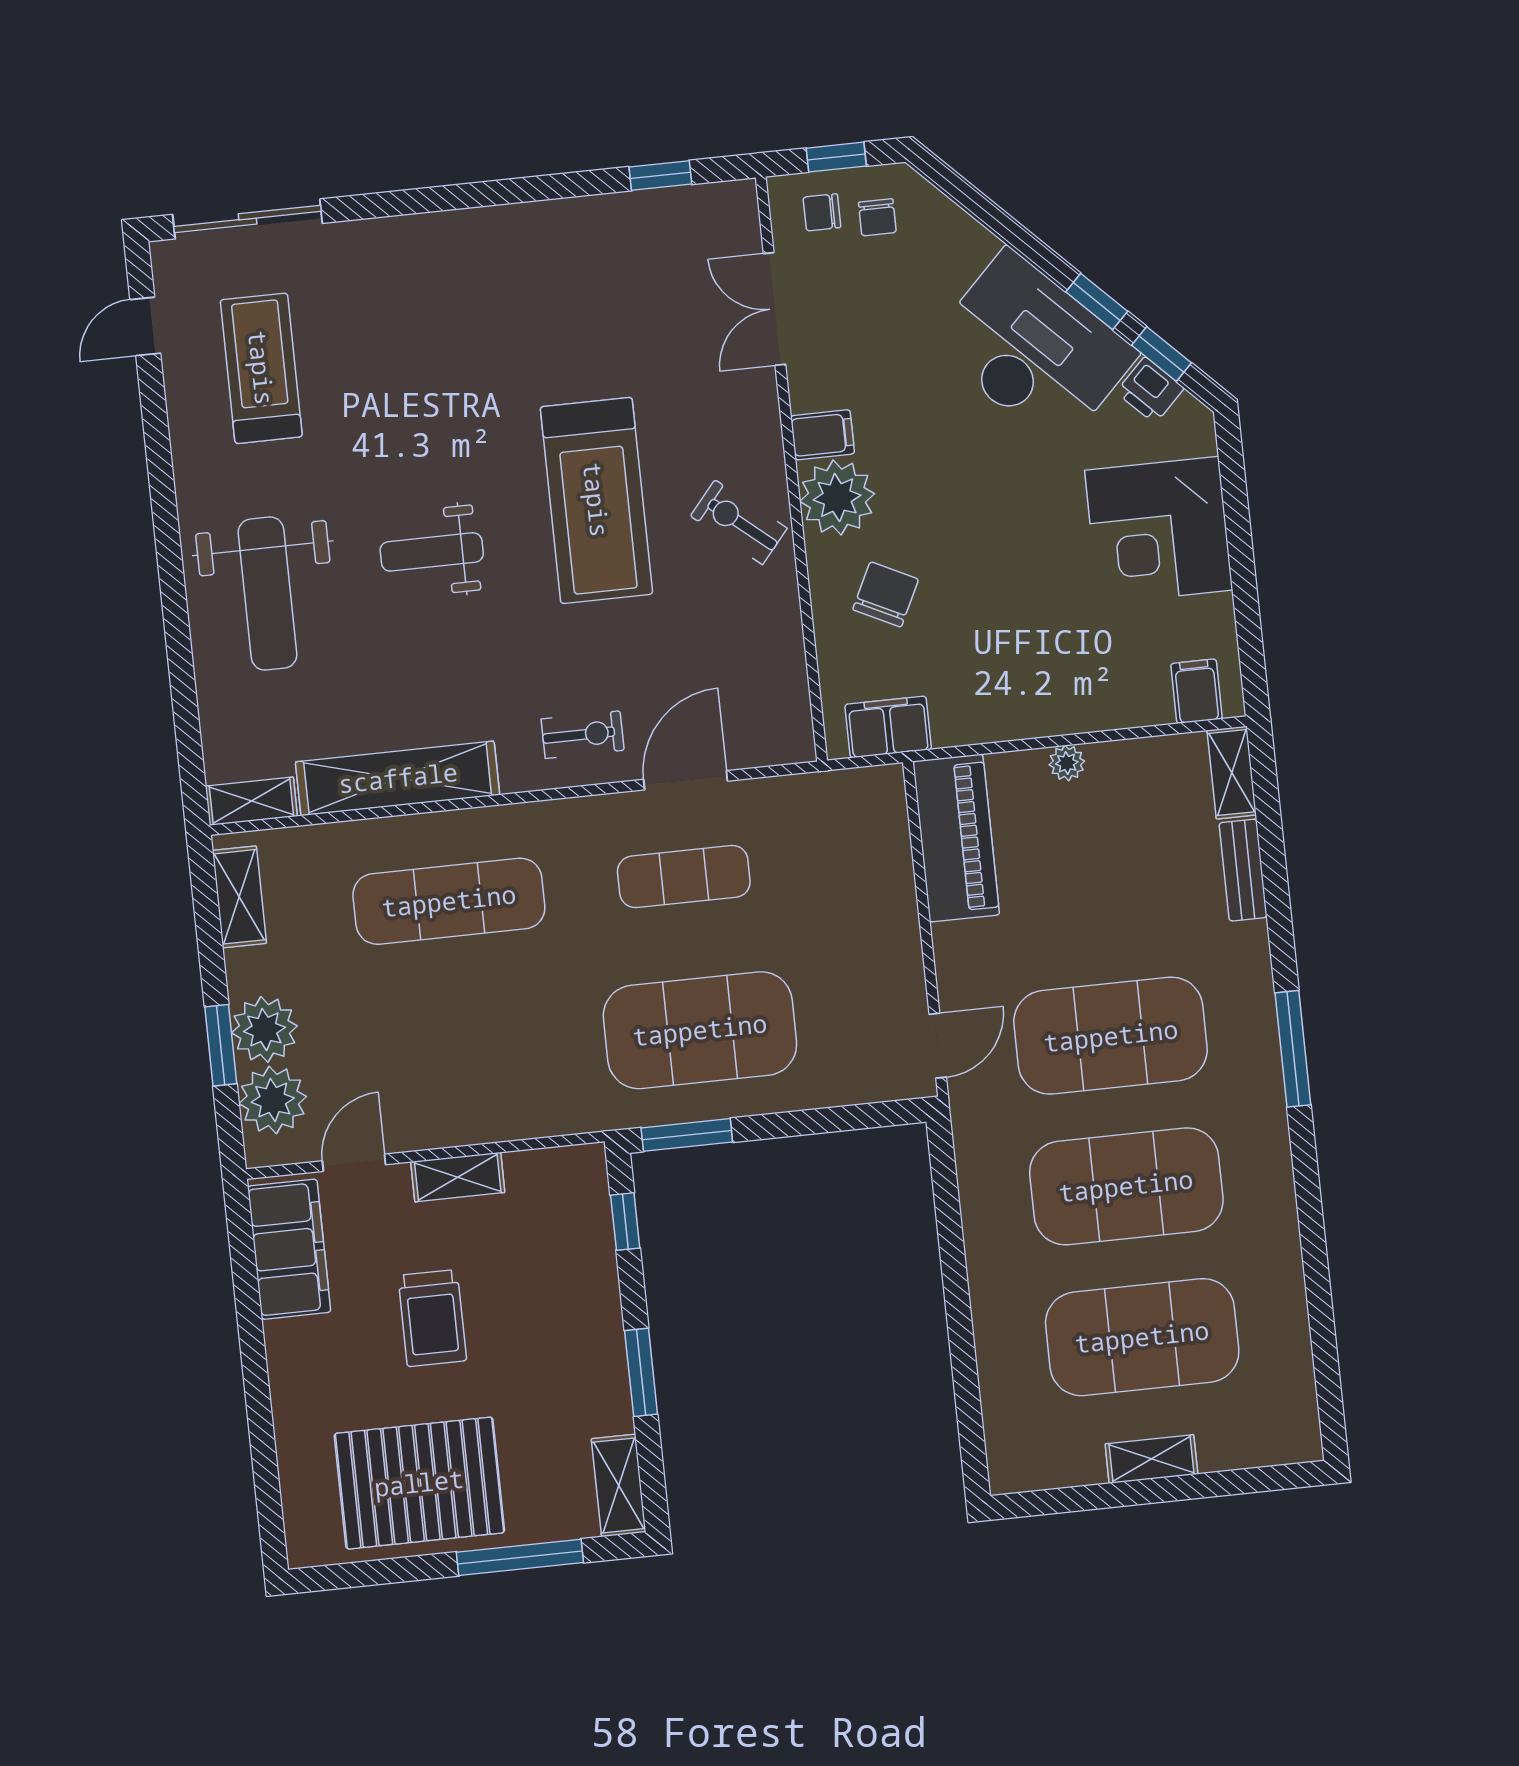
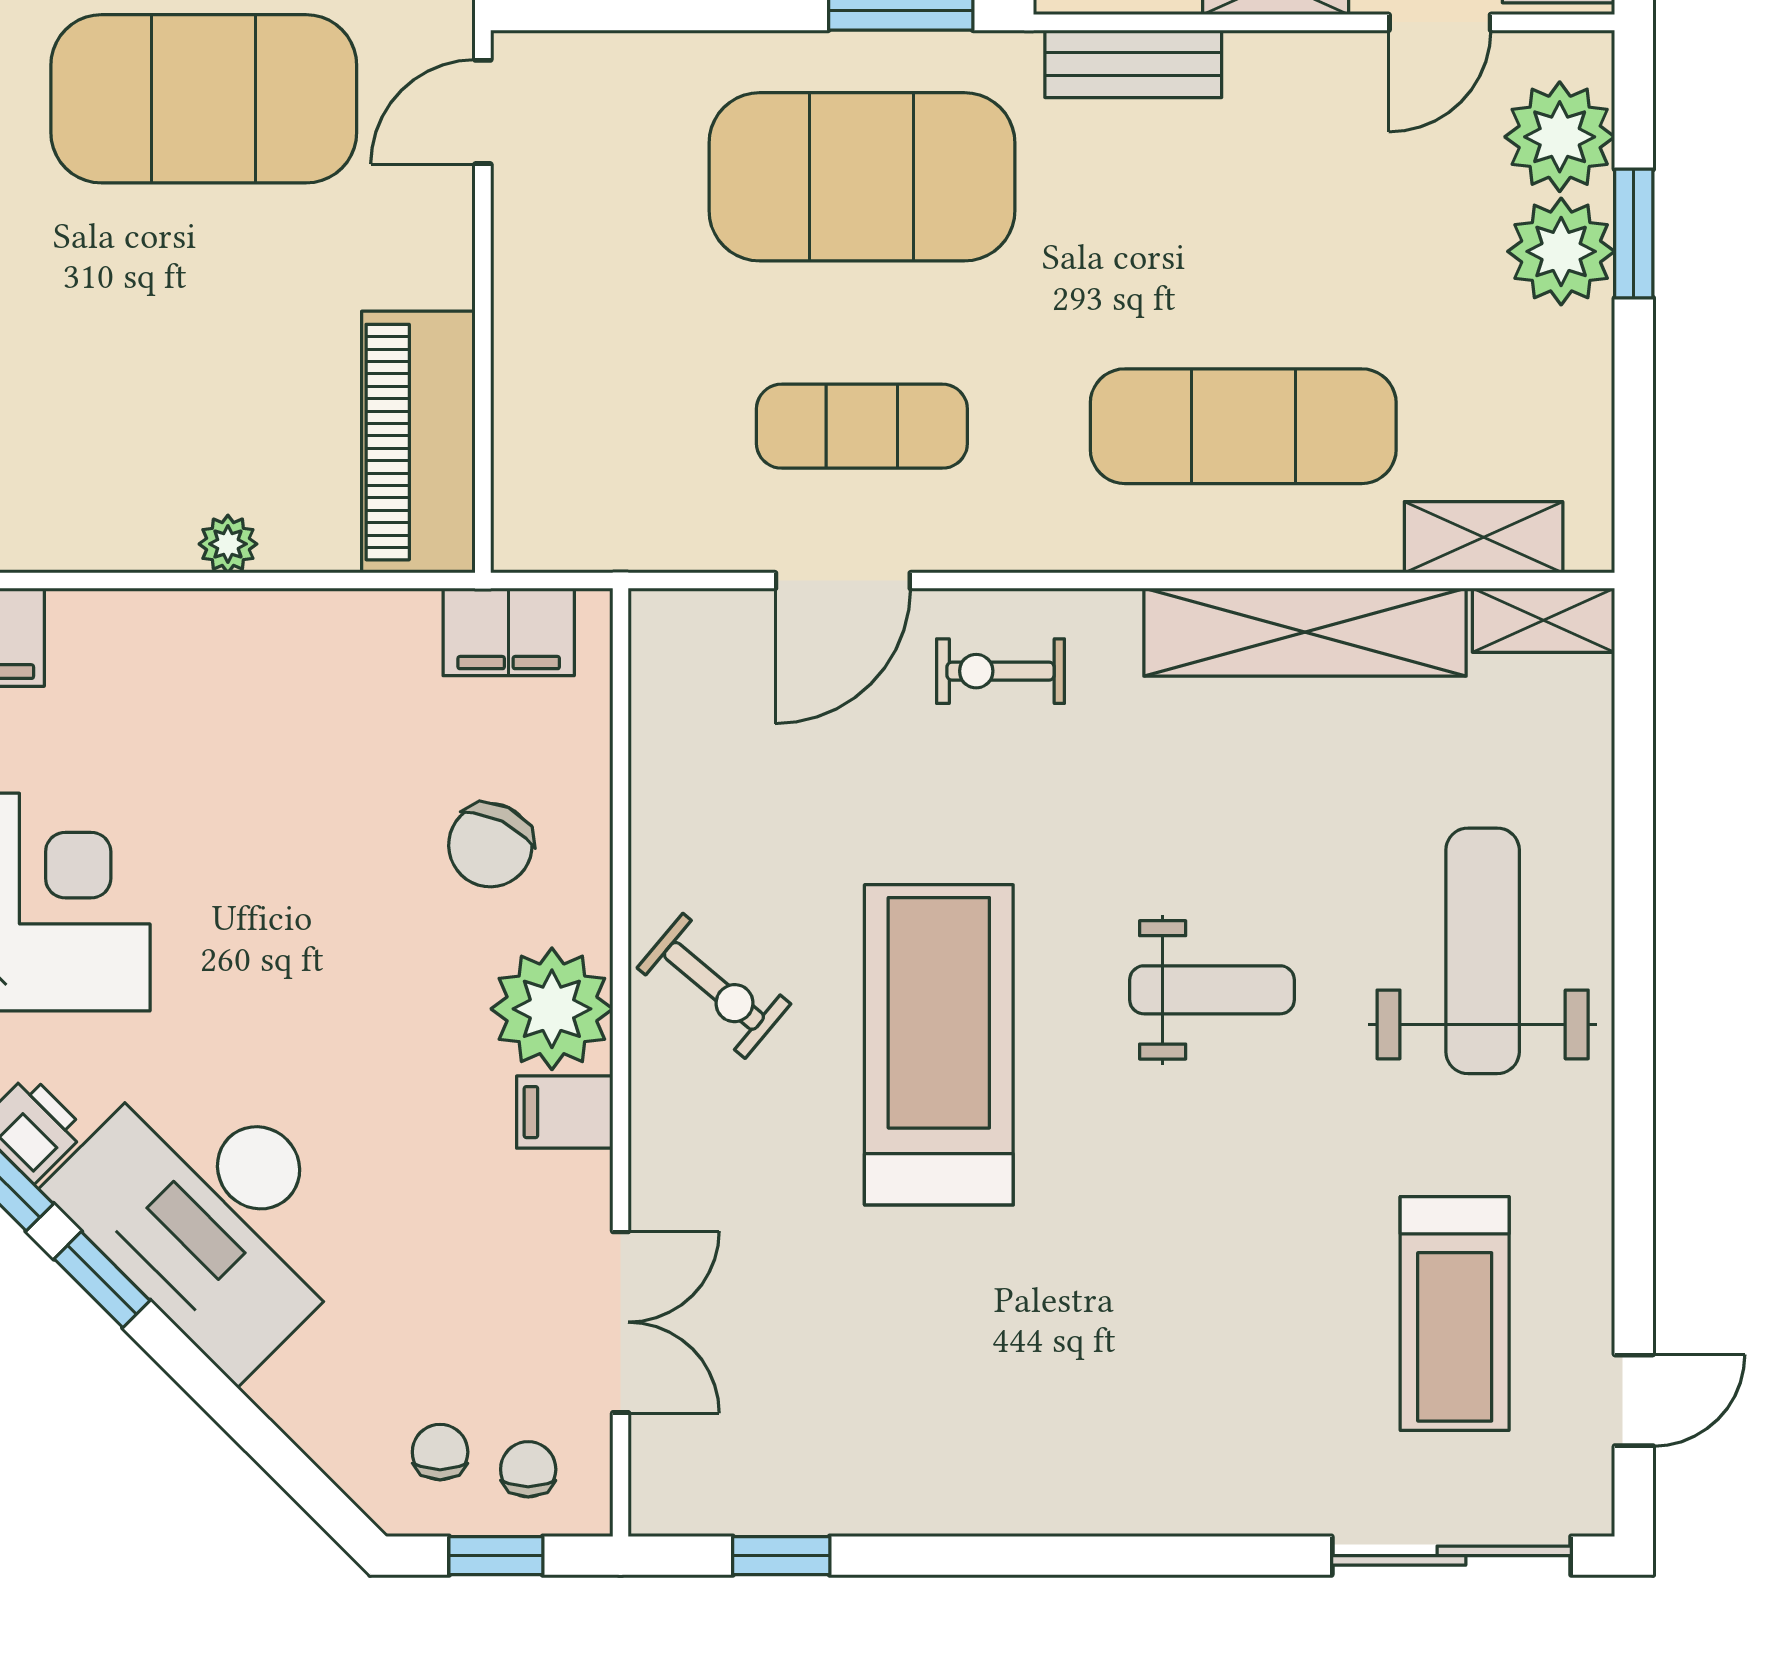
chair: (822, 212) -> (528, 1469), turned -90
shelving: (239, 897) -> (1484, 537), moved, turned 90
bench: (540, 1117) -> (1133, 64), added

